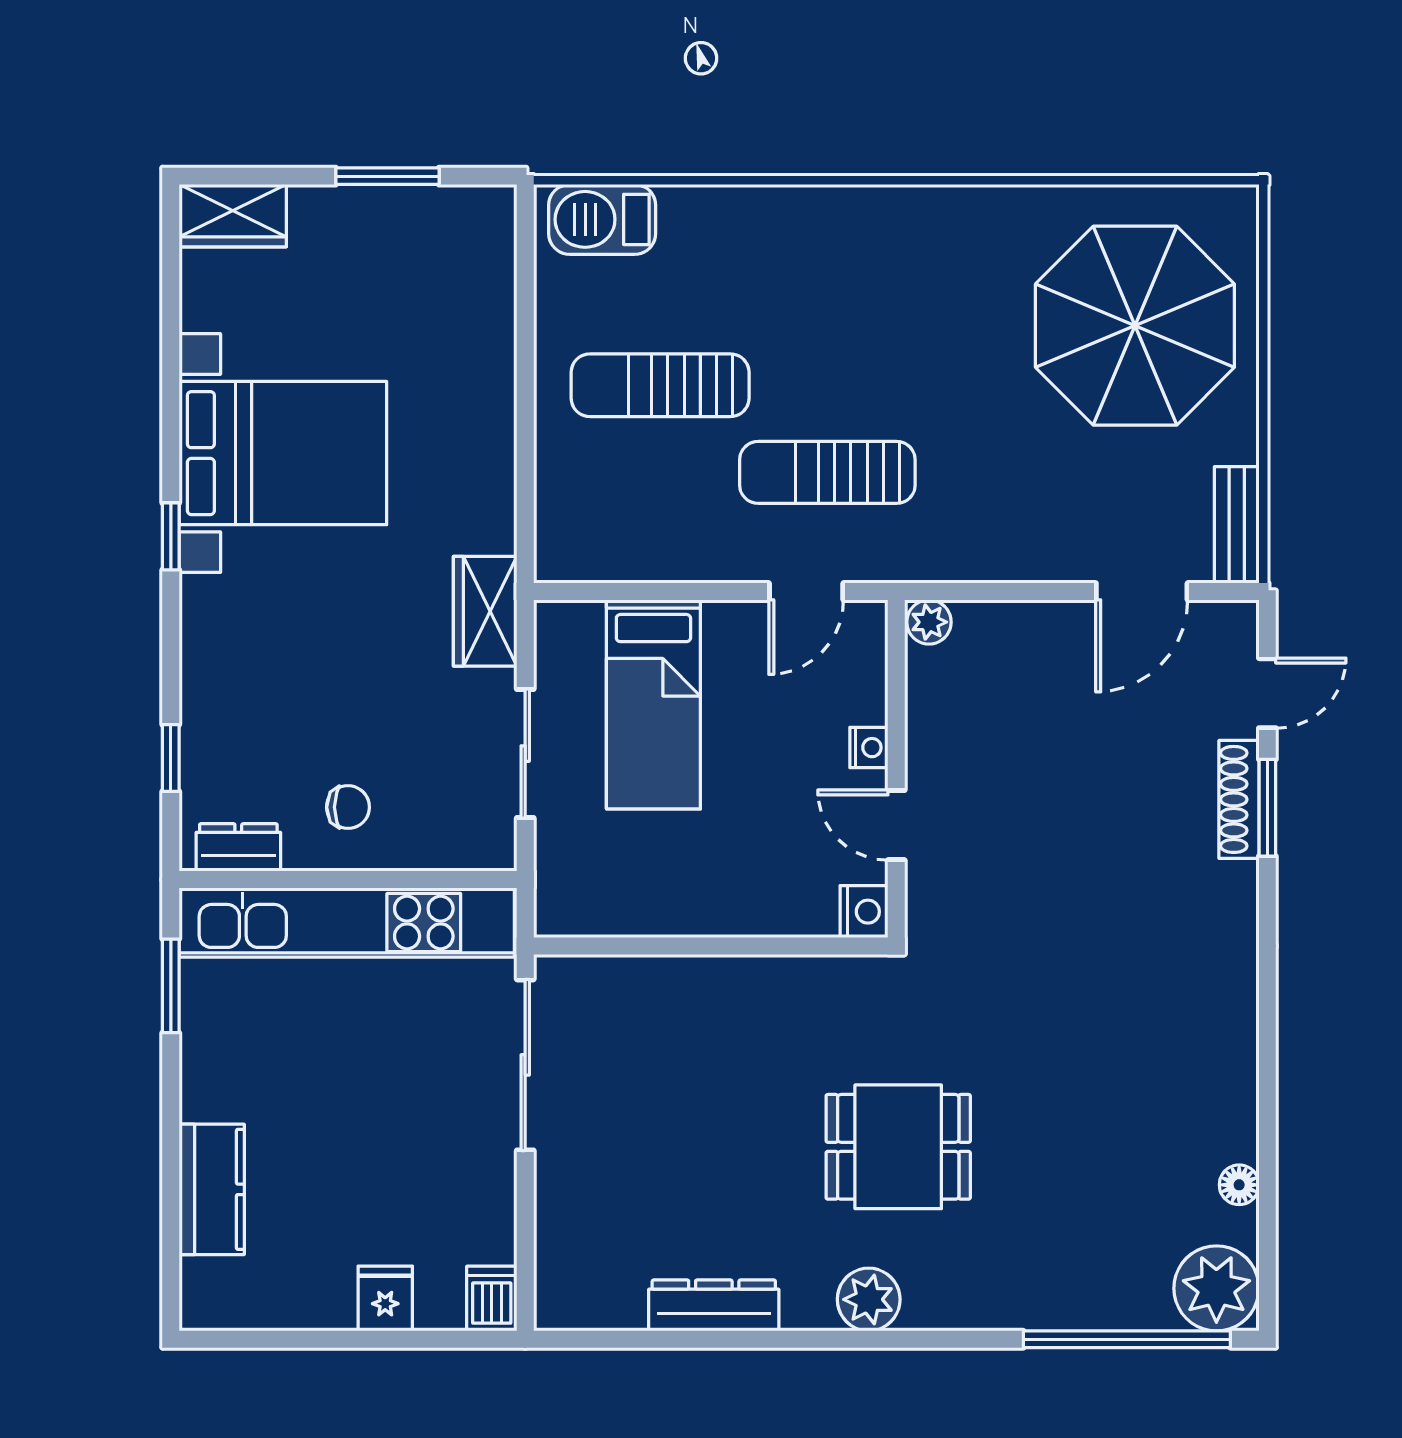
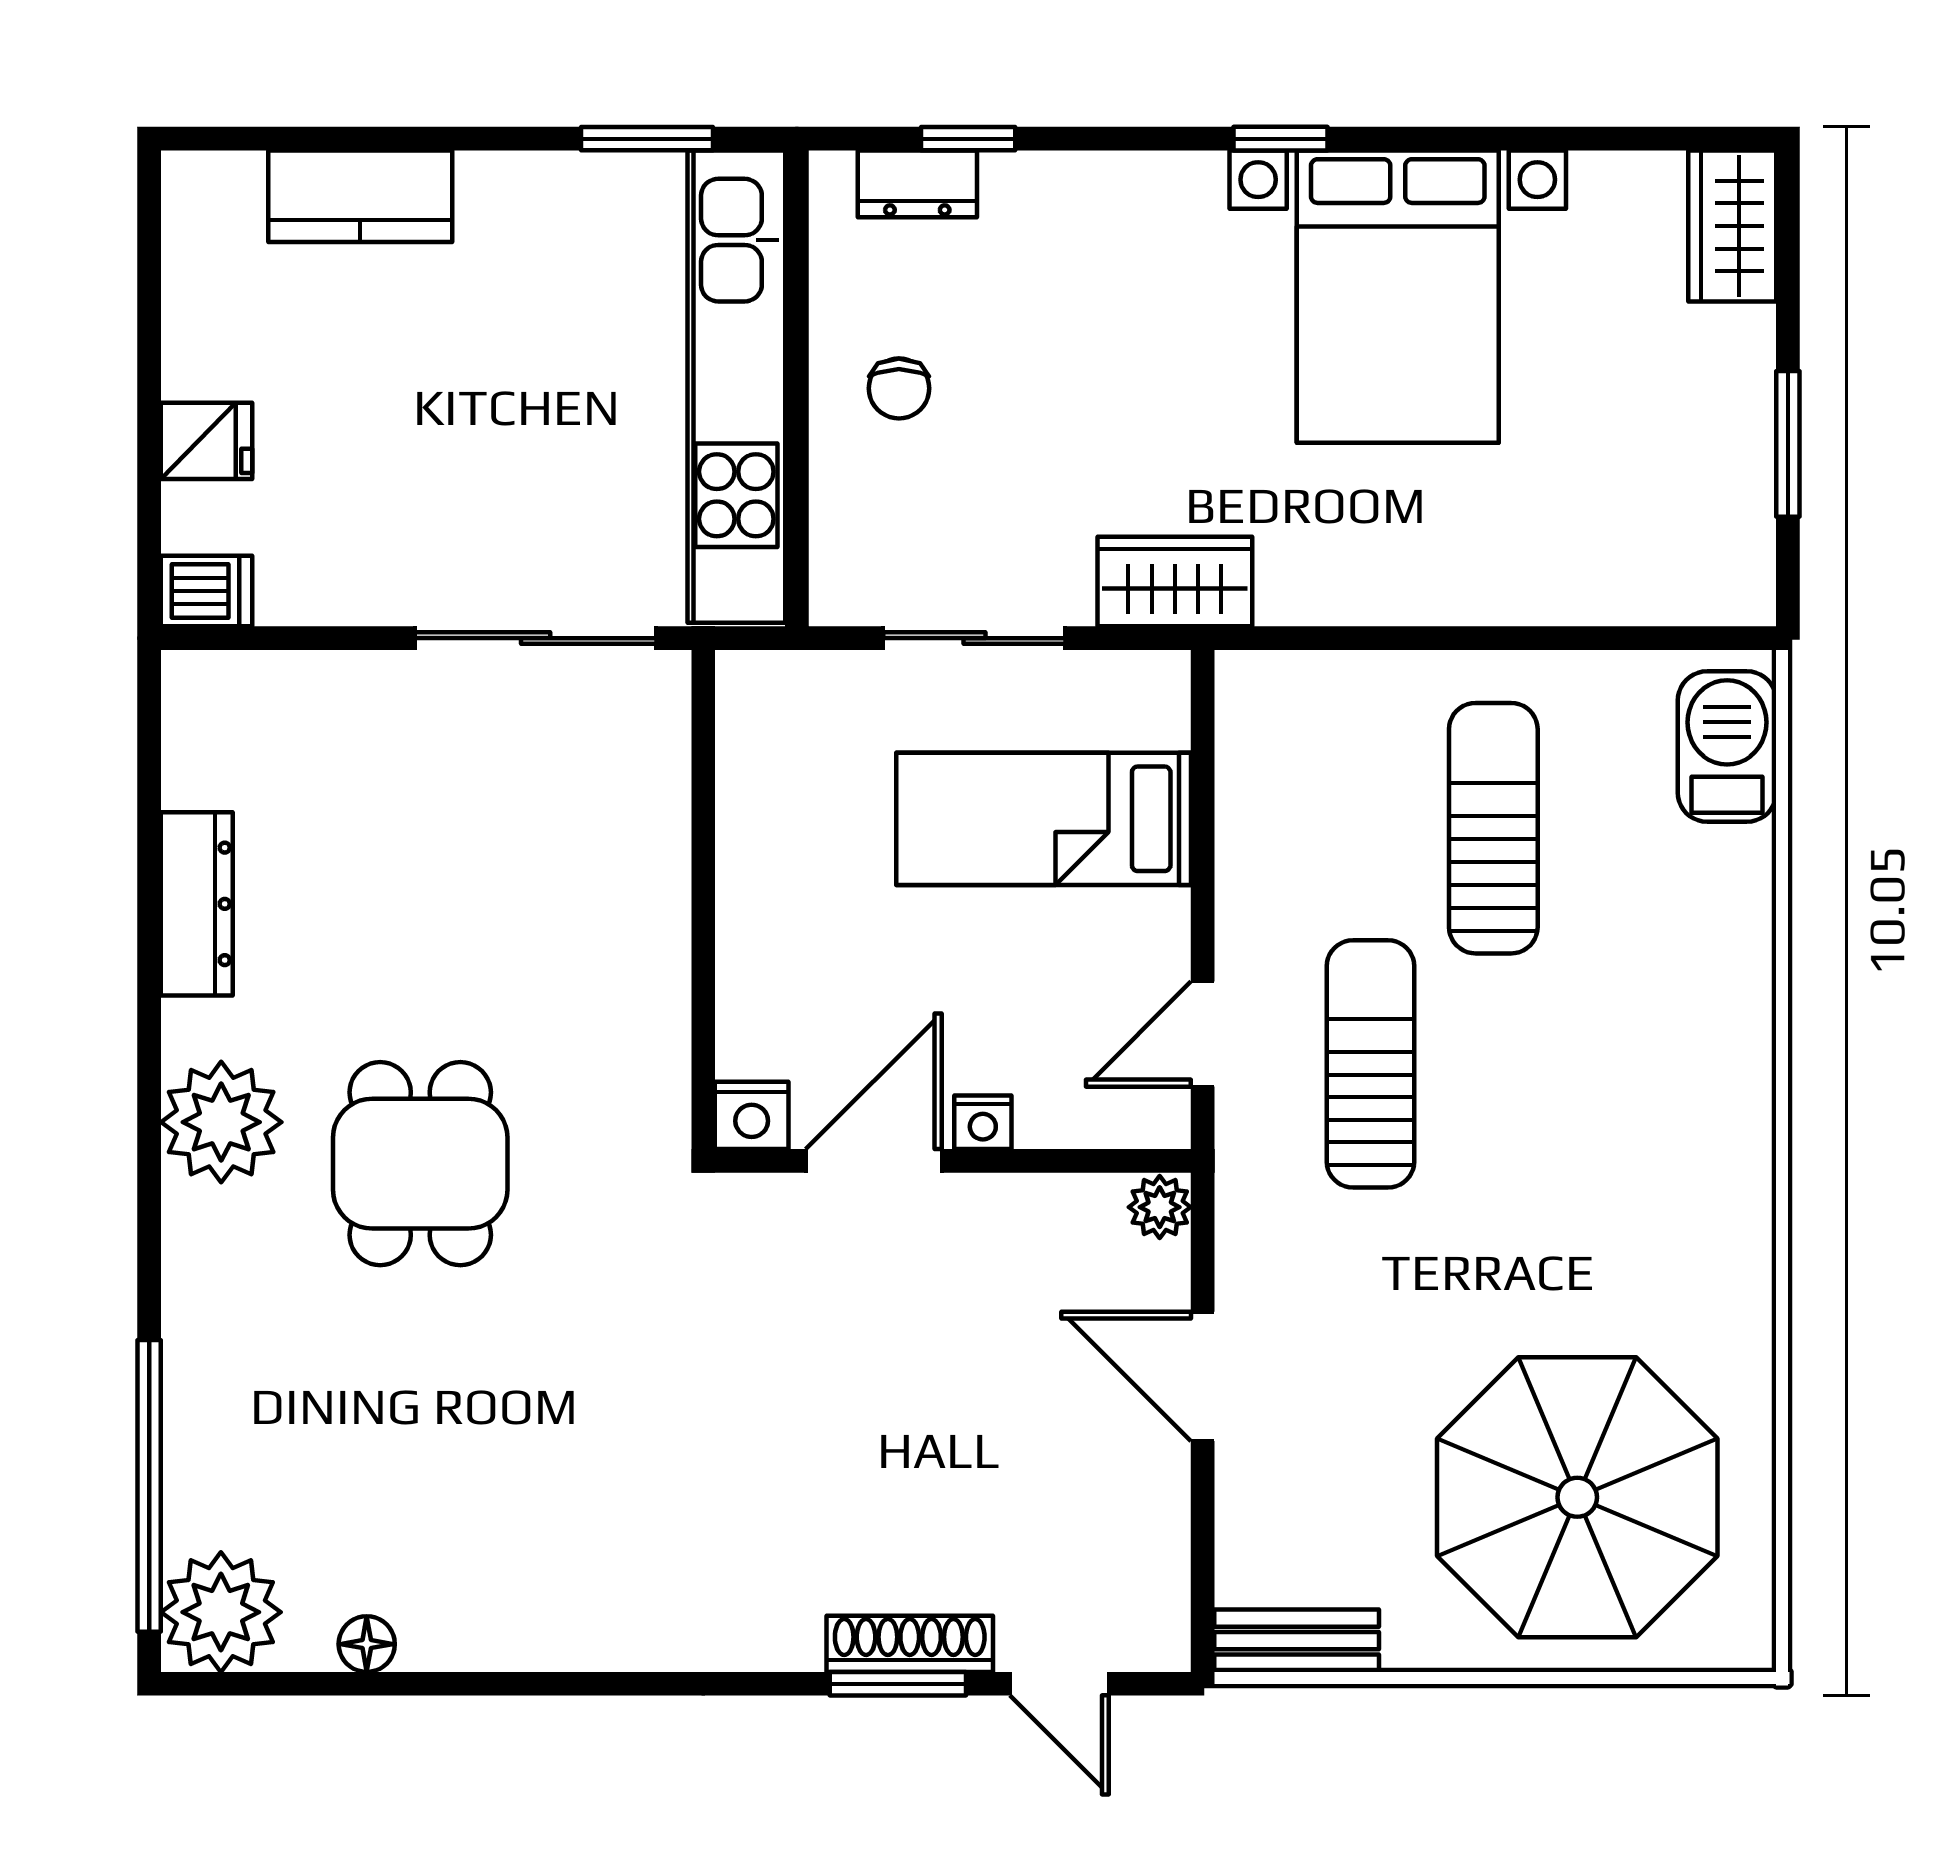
door: (806, 592) -> (1203, 1034), hinge flipped
door: (1142, 592) -> (1203, 1376), moved
door: (896, 825) -> (874, 1161), width x1.38
dresser: (238, 847) -> (917, 184), moved, turned 90
plant: (869, 1299) -> (221, 1122), width x1.36, depth x1.36

